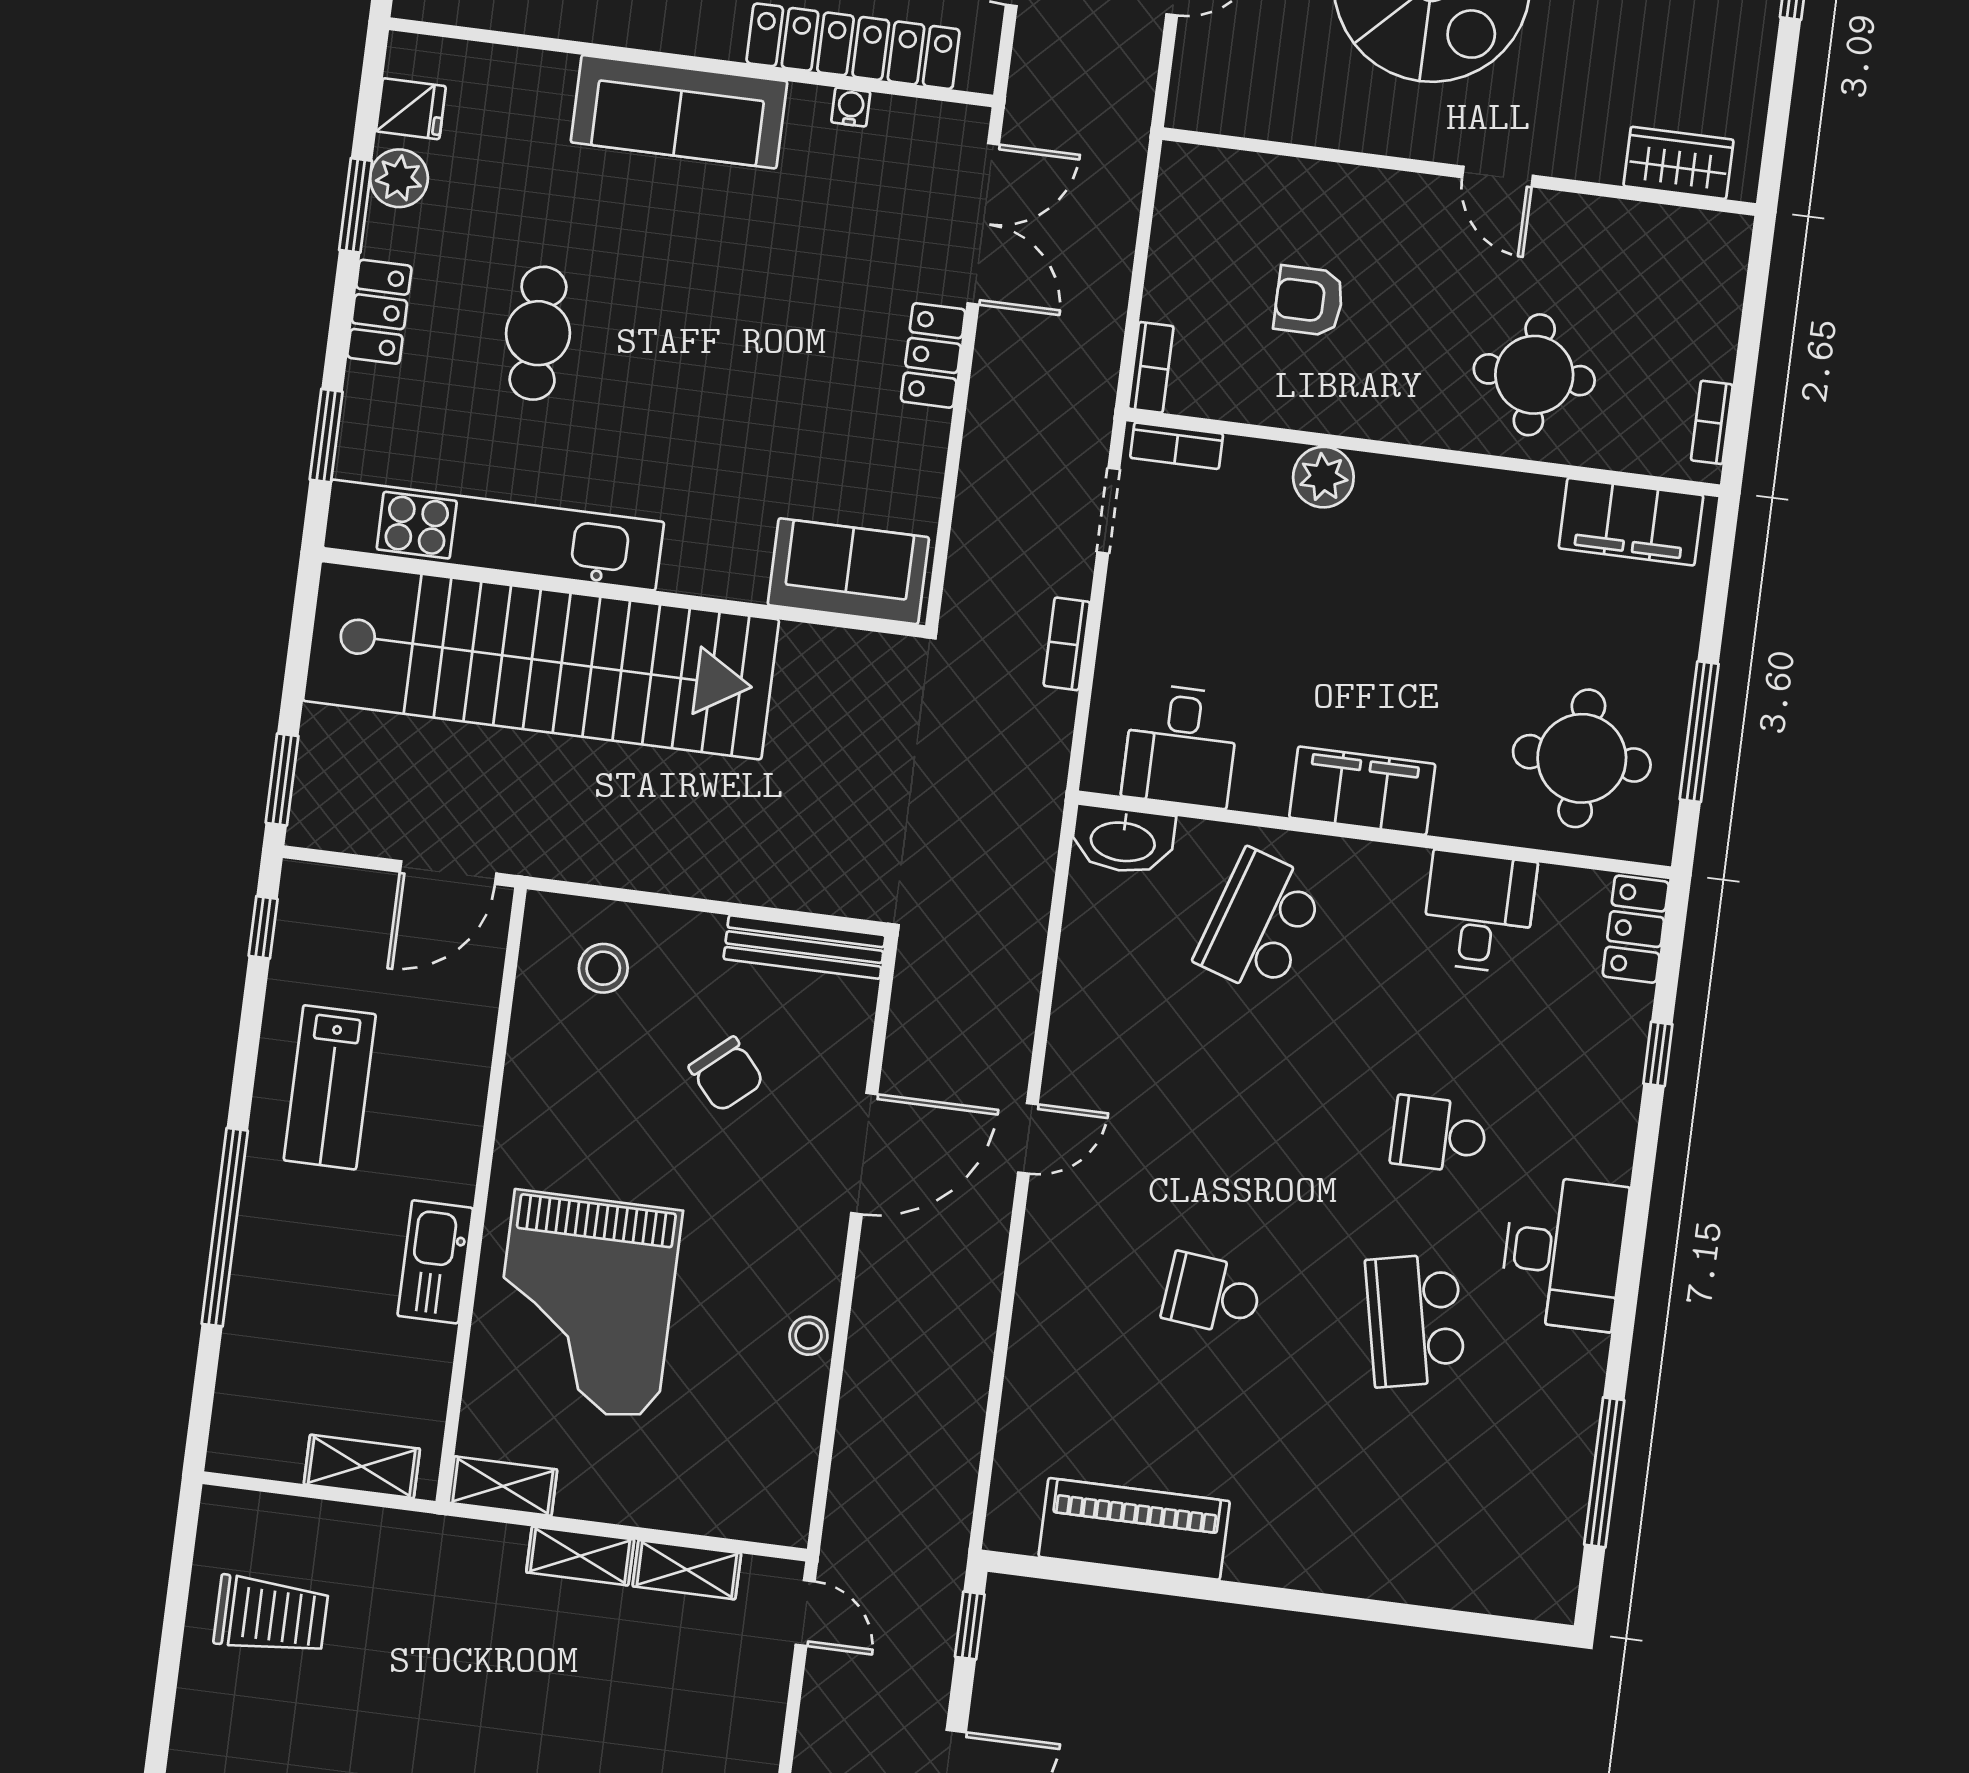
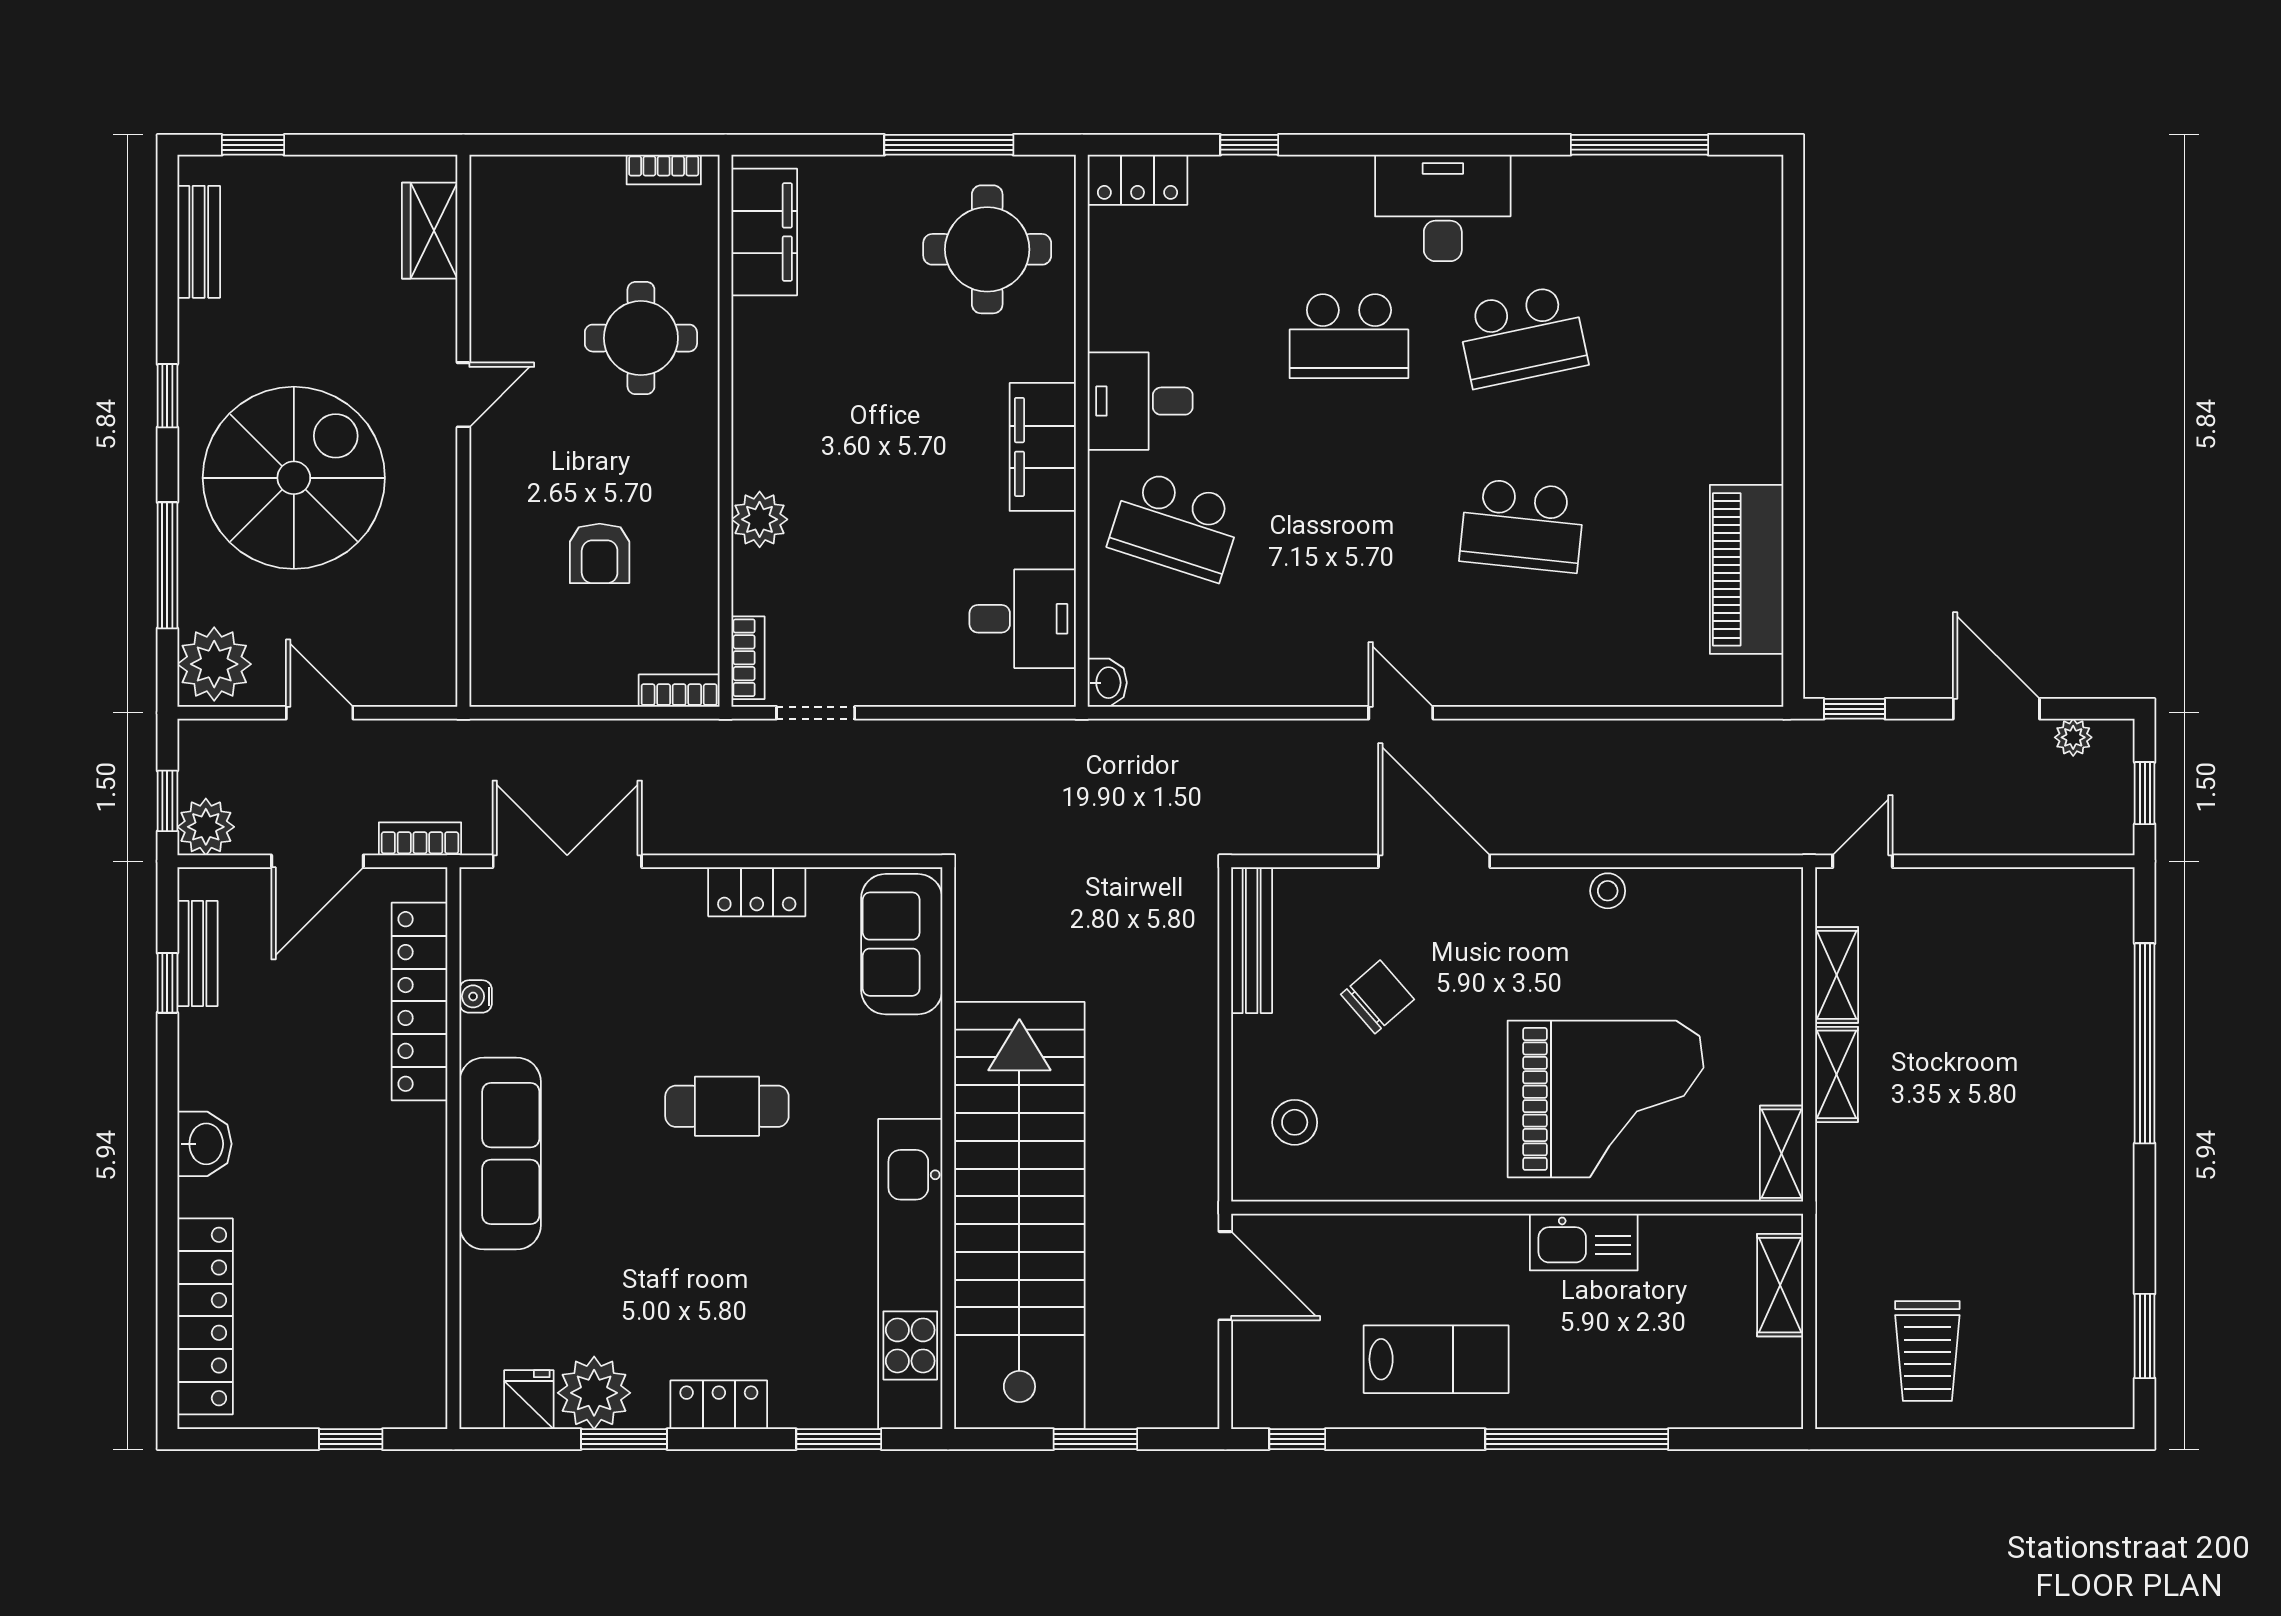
plant: (399, 178) -> (594, 1393), width x1.36, depth x1.36
cafe table: (538, 333) -> (727, 1106), moved
locker: (933, 355) -> (757, 892), moved
bookcase: (1067, 644) -> (420, 839), moved, turned 180
window: (282, 779) -> (1095, 1439), moved
washbasin: (1123, 840) -> (1107, 683), width x0.52, depth x0.69
desk: (1479, 912) -> (1140, 401), moved
school desk: (1439, 1134) -> (1349, 336), width x1.85
school desk: (1212, 1294) -> (1522, 525), width x1.85
trolley: (271, 1615) -> (1927, 1351), turned 180

